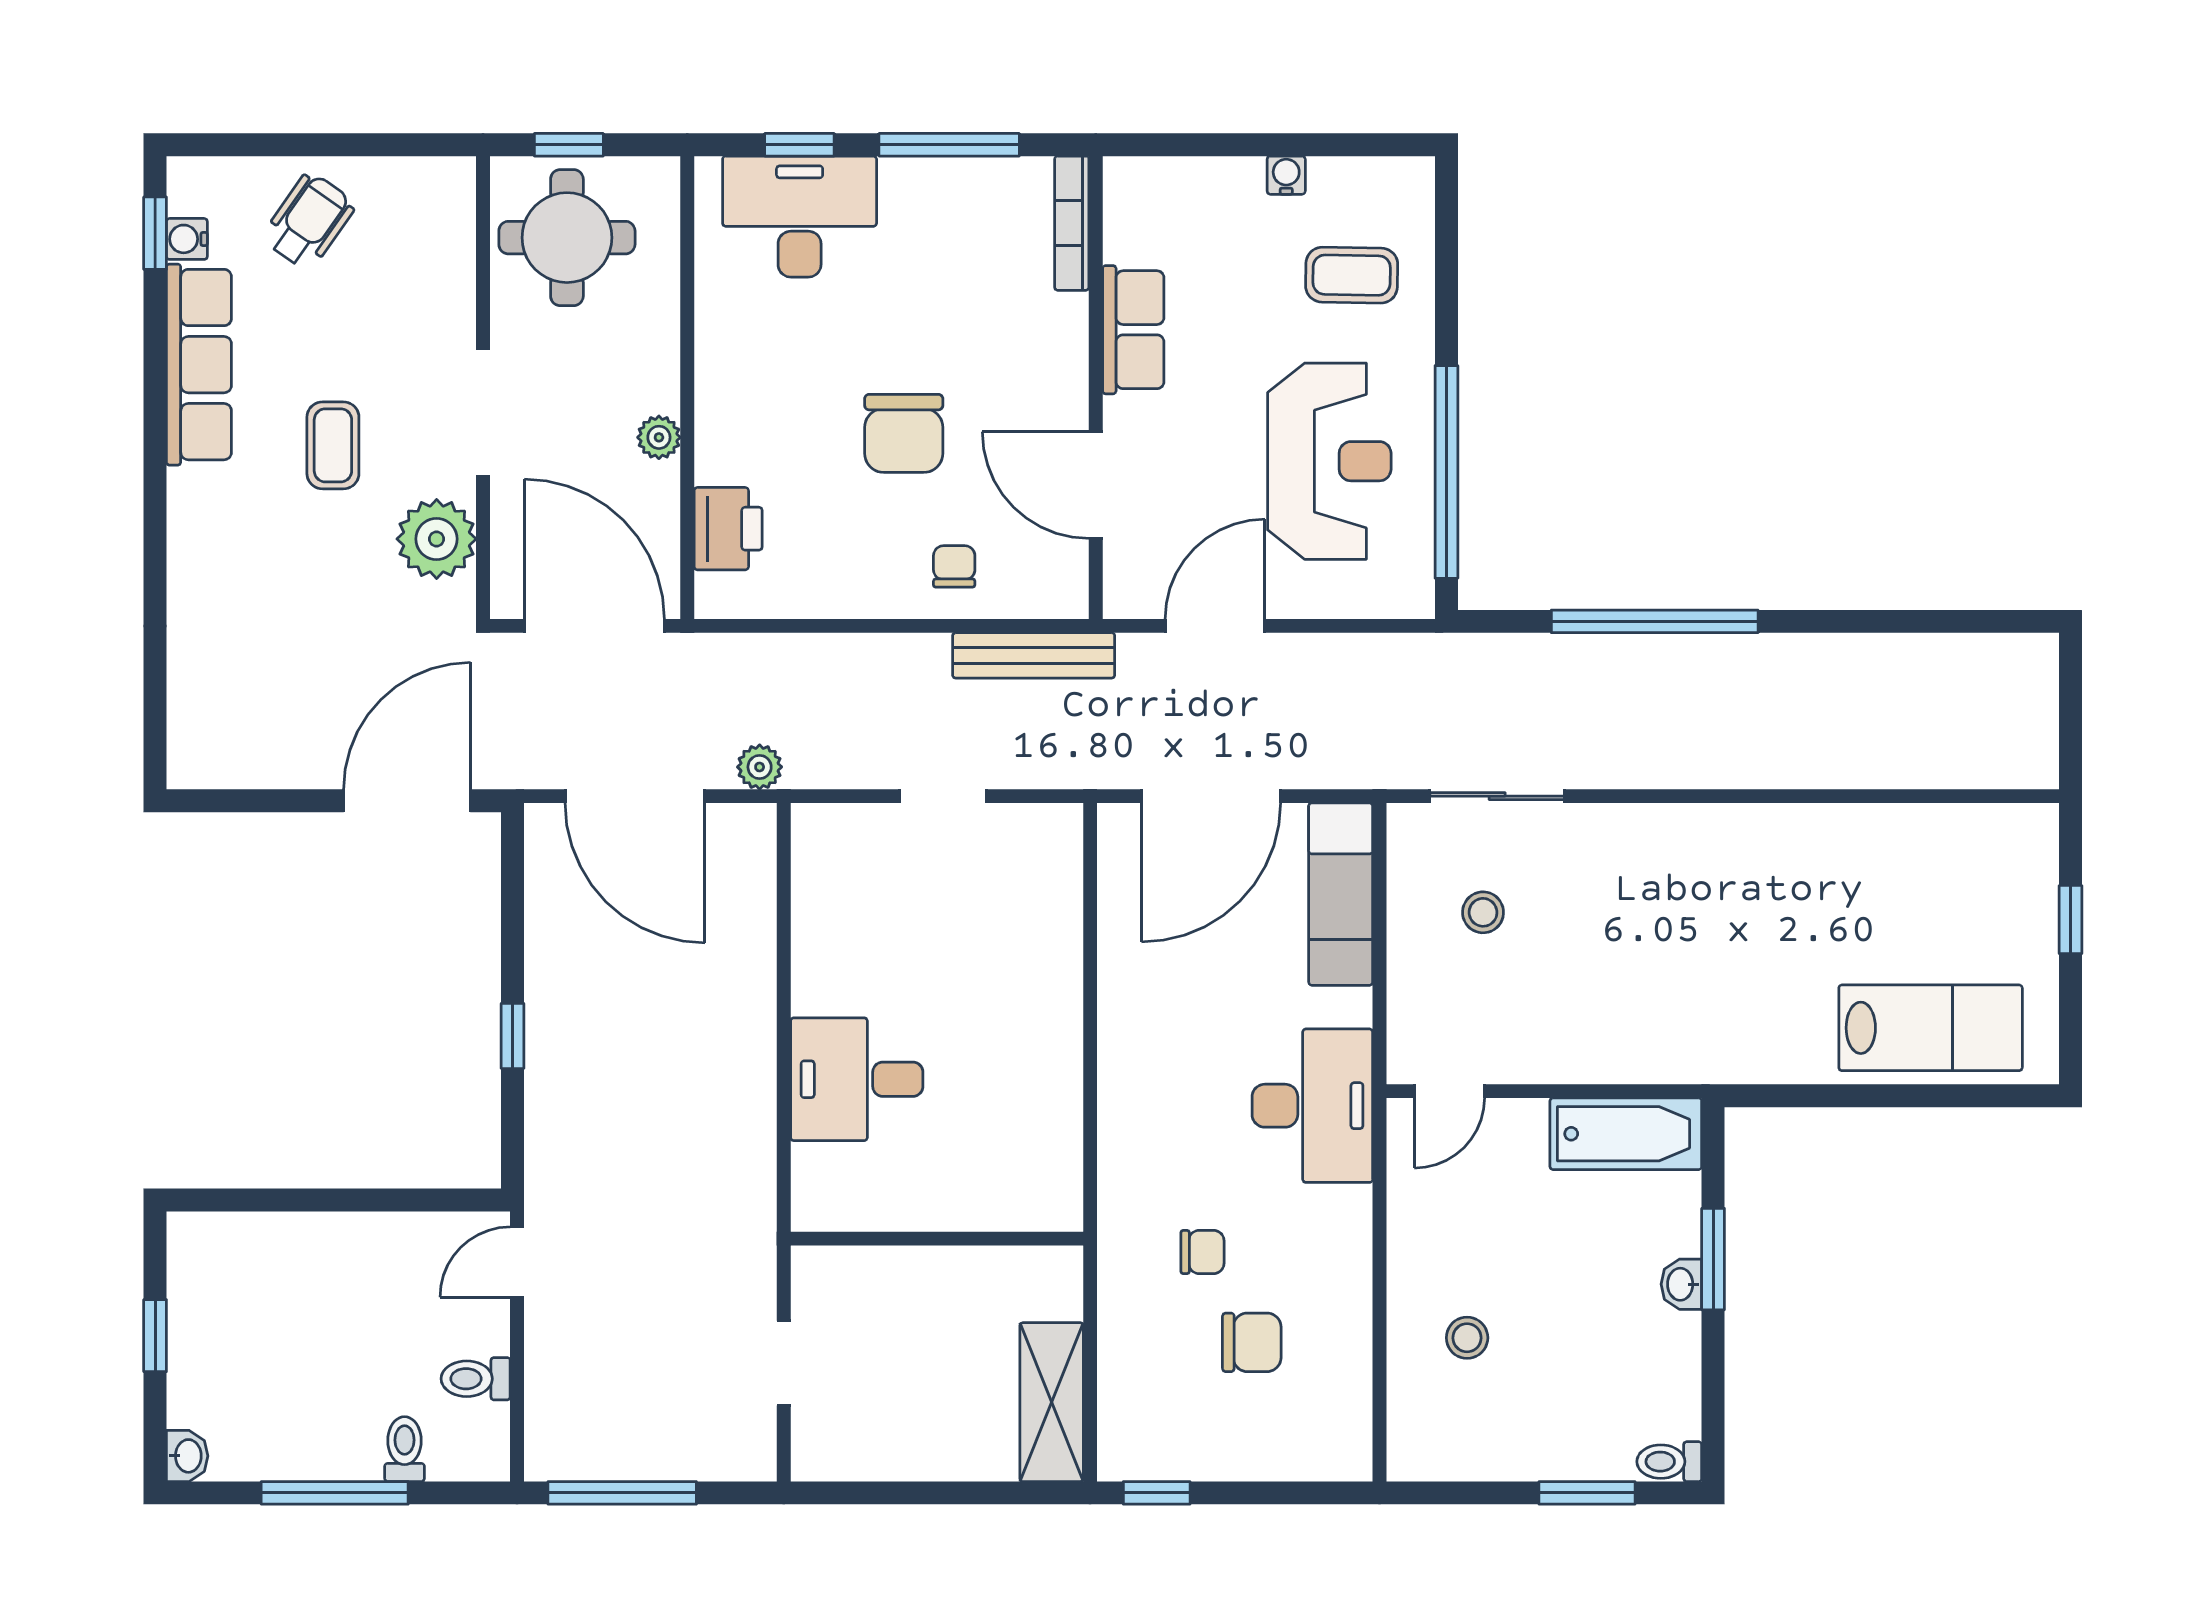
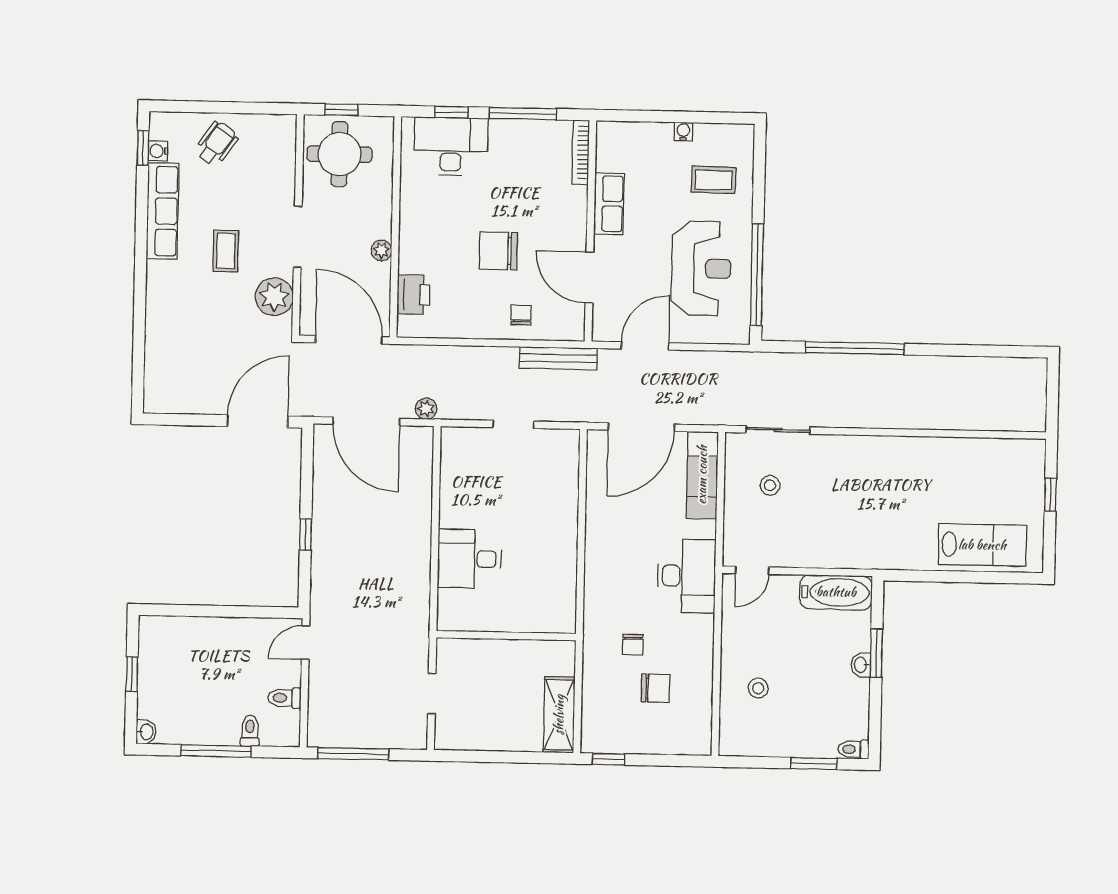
chair: (904, 433) -> (498, 251), turned 90
chair: (1202, 1252) -> (633, 645), turned 90

